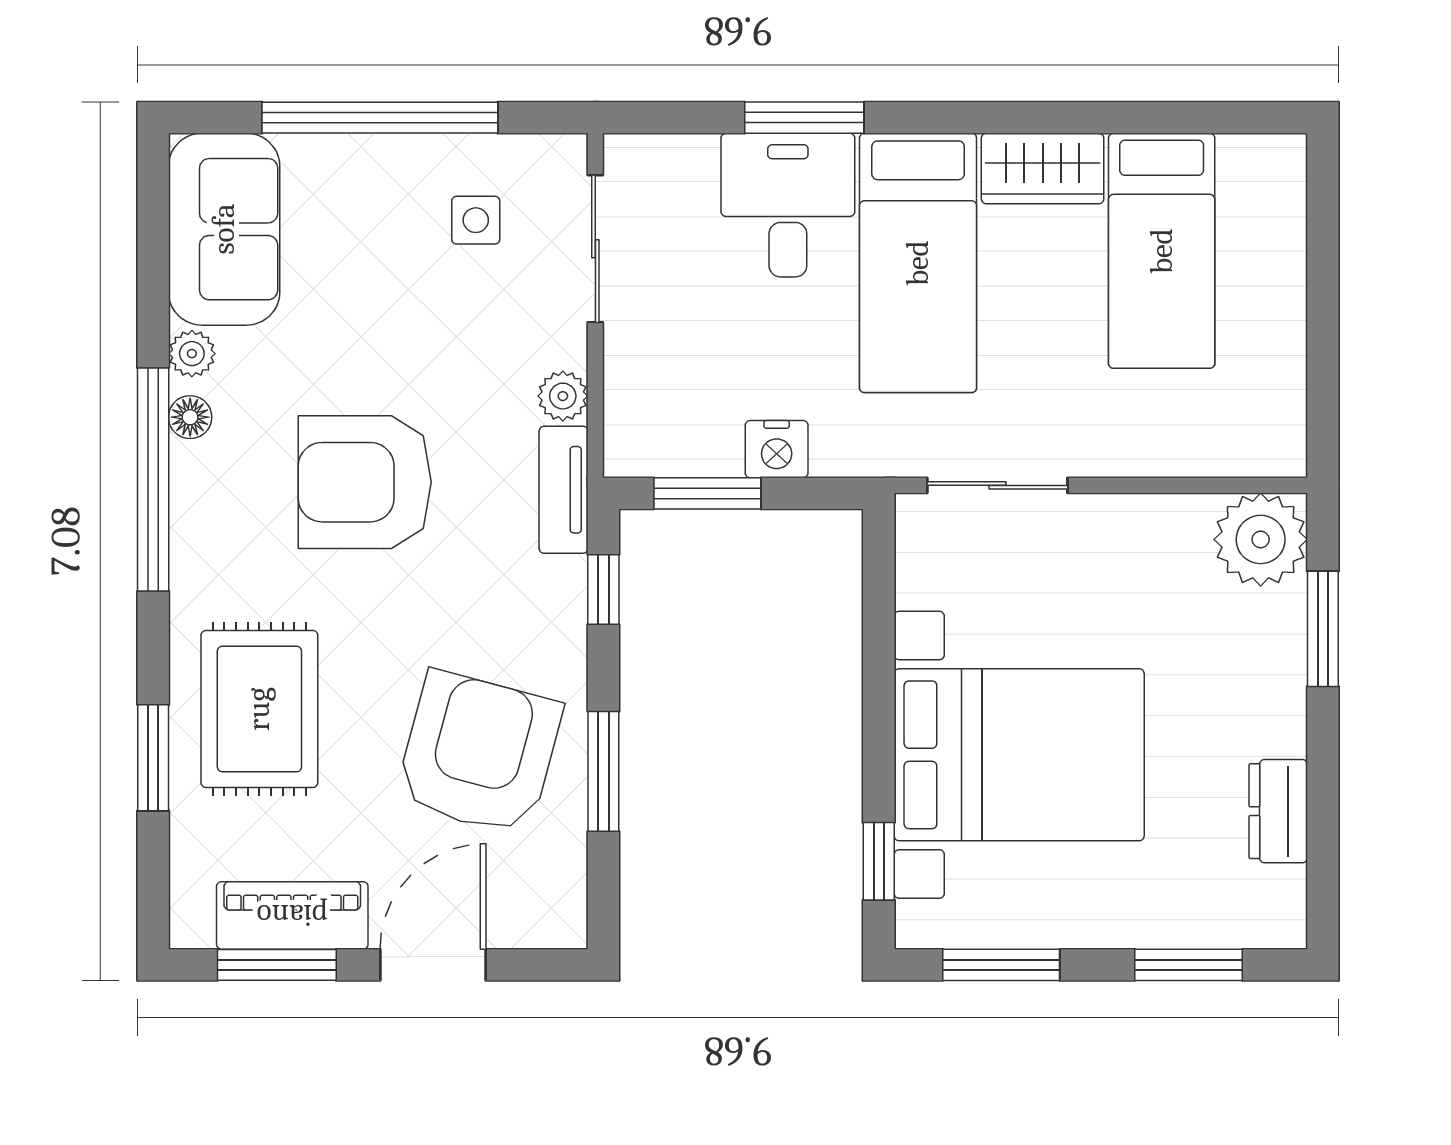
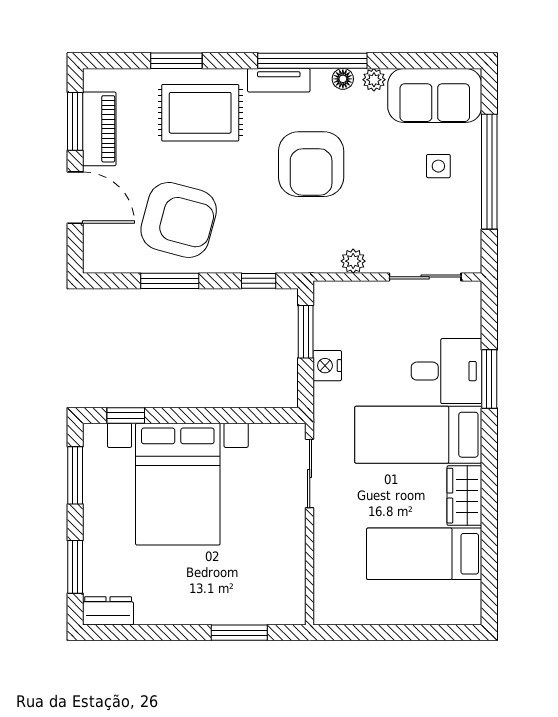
side table: (476, 220) -> (438, 166), moved
armchair: (365, 482) -> (311, 164), turned 180
tv unit: (564, 490) -> (279, 80), moved, turned 180
plant: (1261, 539) -> (283, 602), removed
dresser: (1278, 811) -> (108, 611), moved

